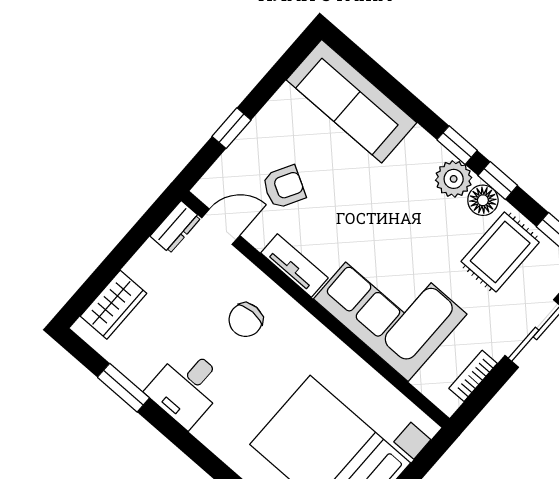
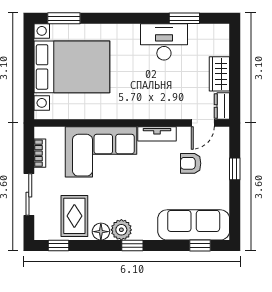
window: (498, 181) -> (200, 245), moved
armchair: (284, 187) -> (191, 163), turned 61
wardrobe: (113, 305) -> (219, 74), moved
chair: (246, 320) -> (158, 93), removed
desk: (187, 387) -> (164, 42), width x1.37

